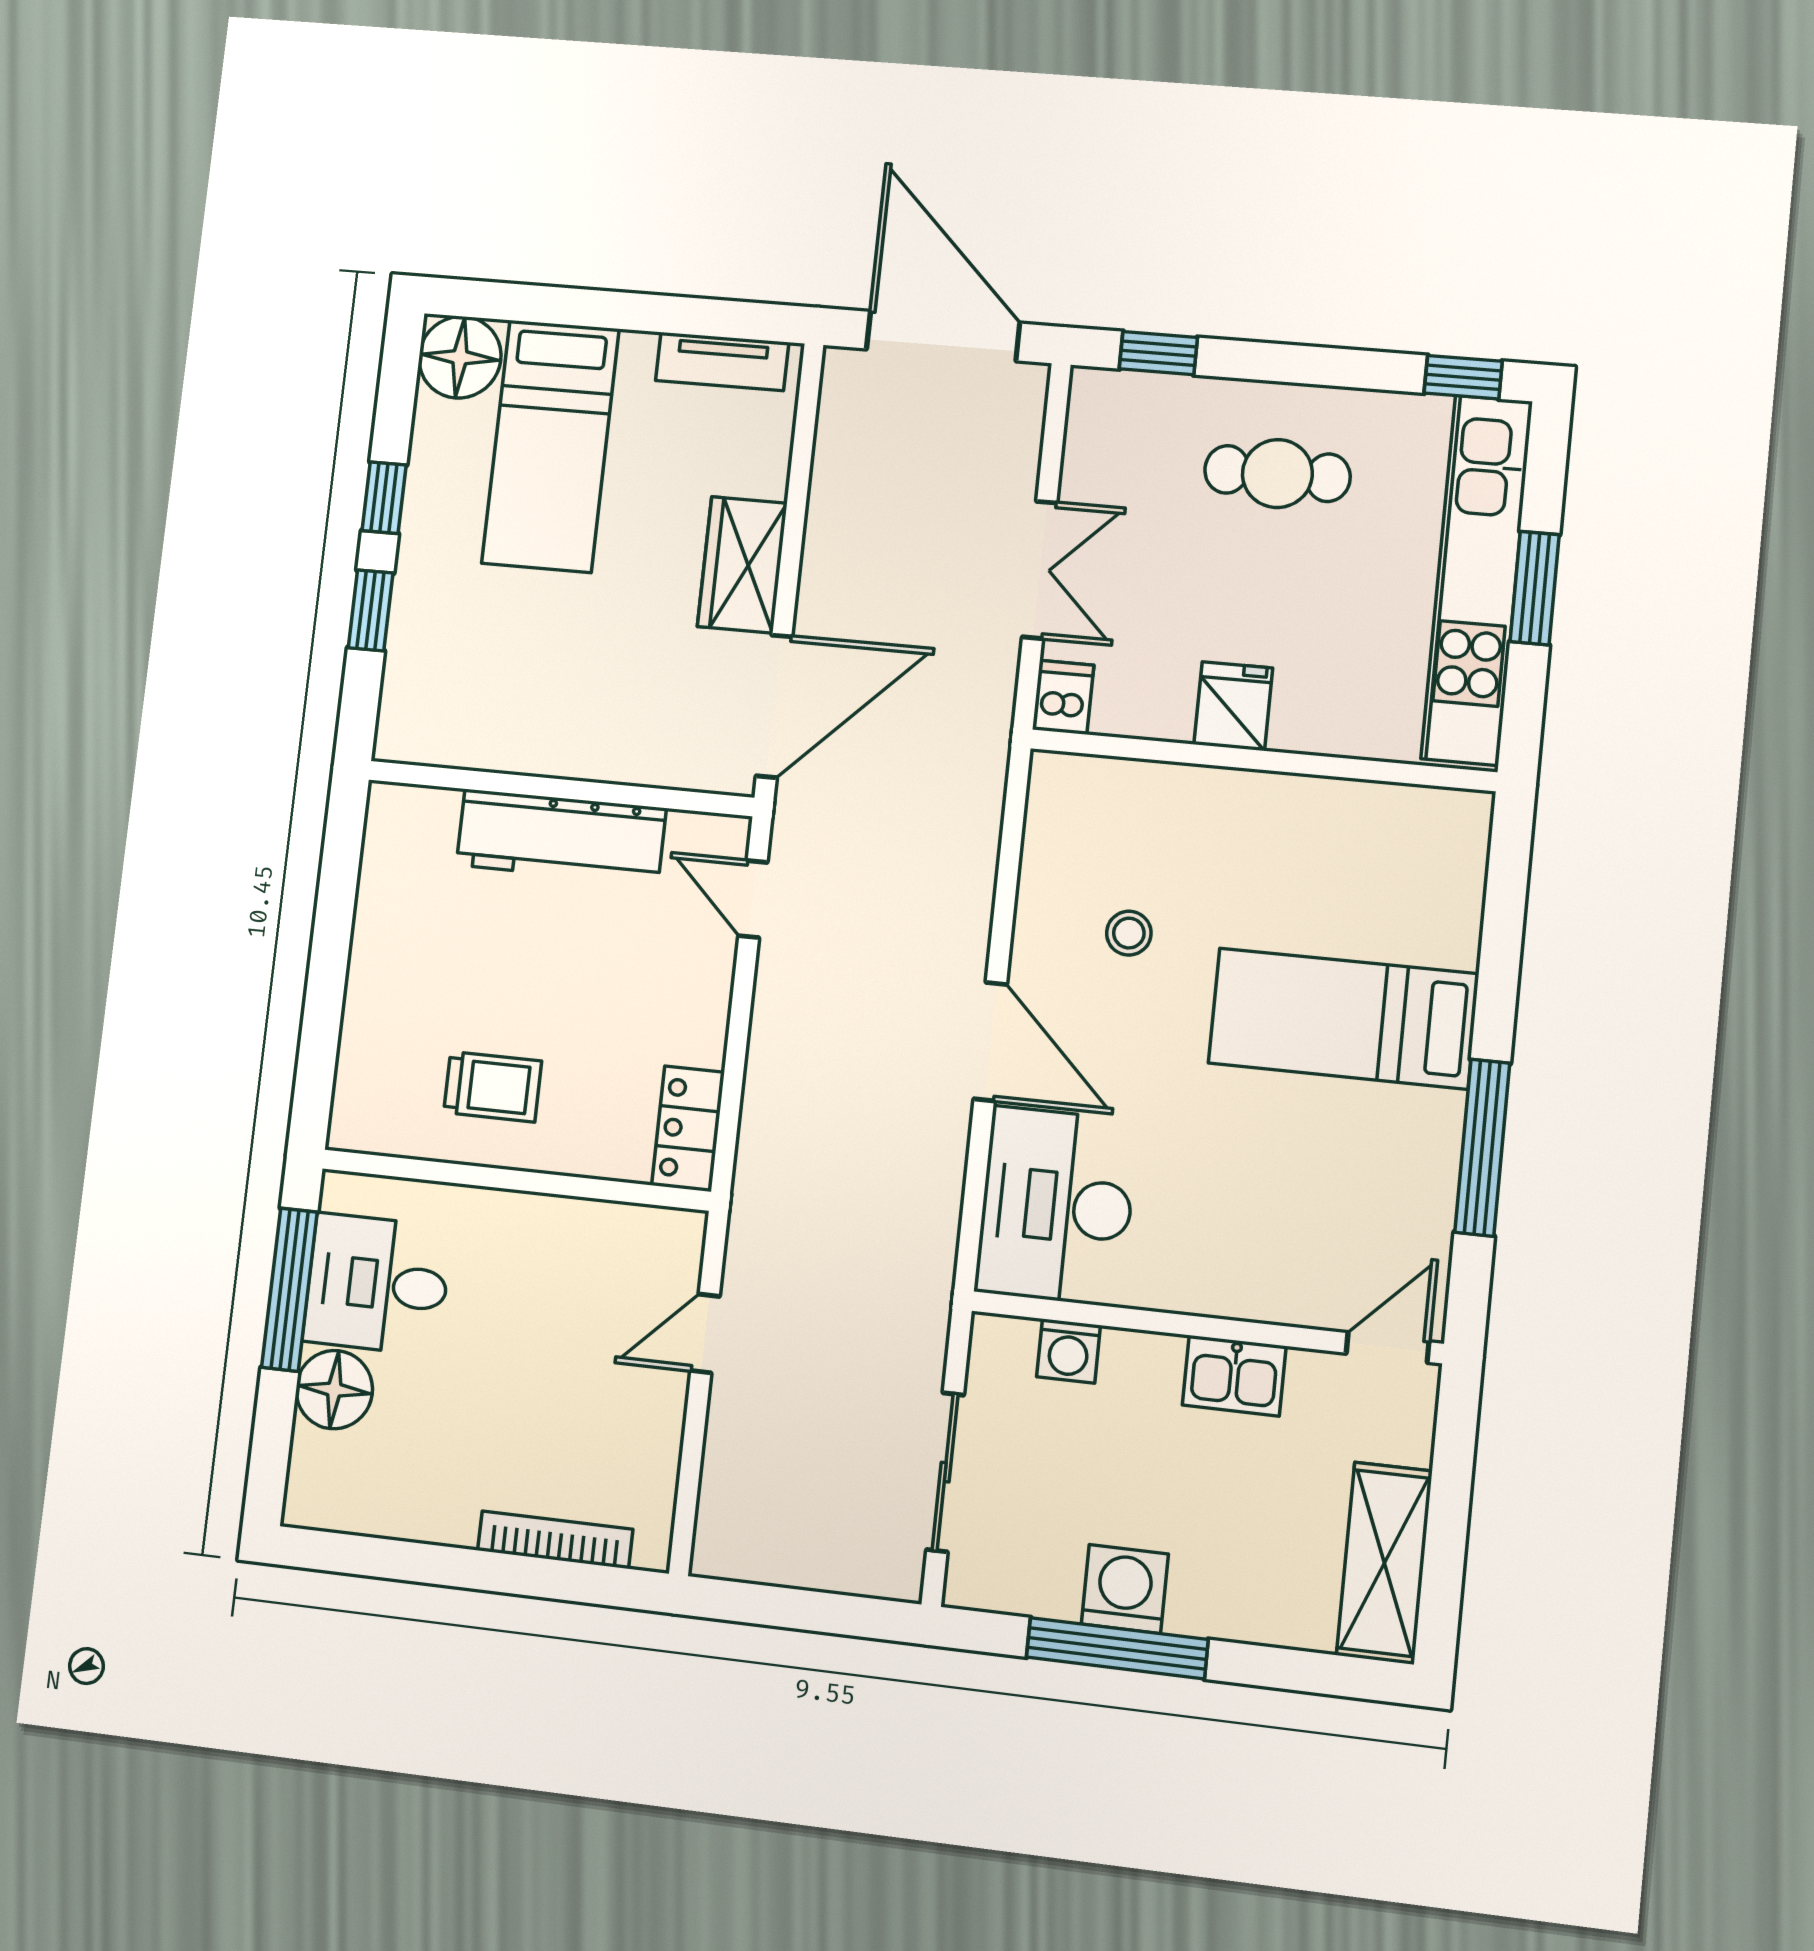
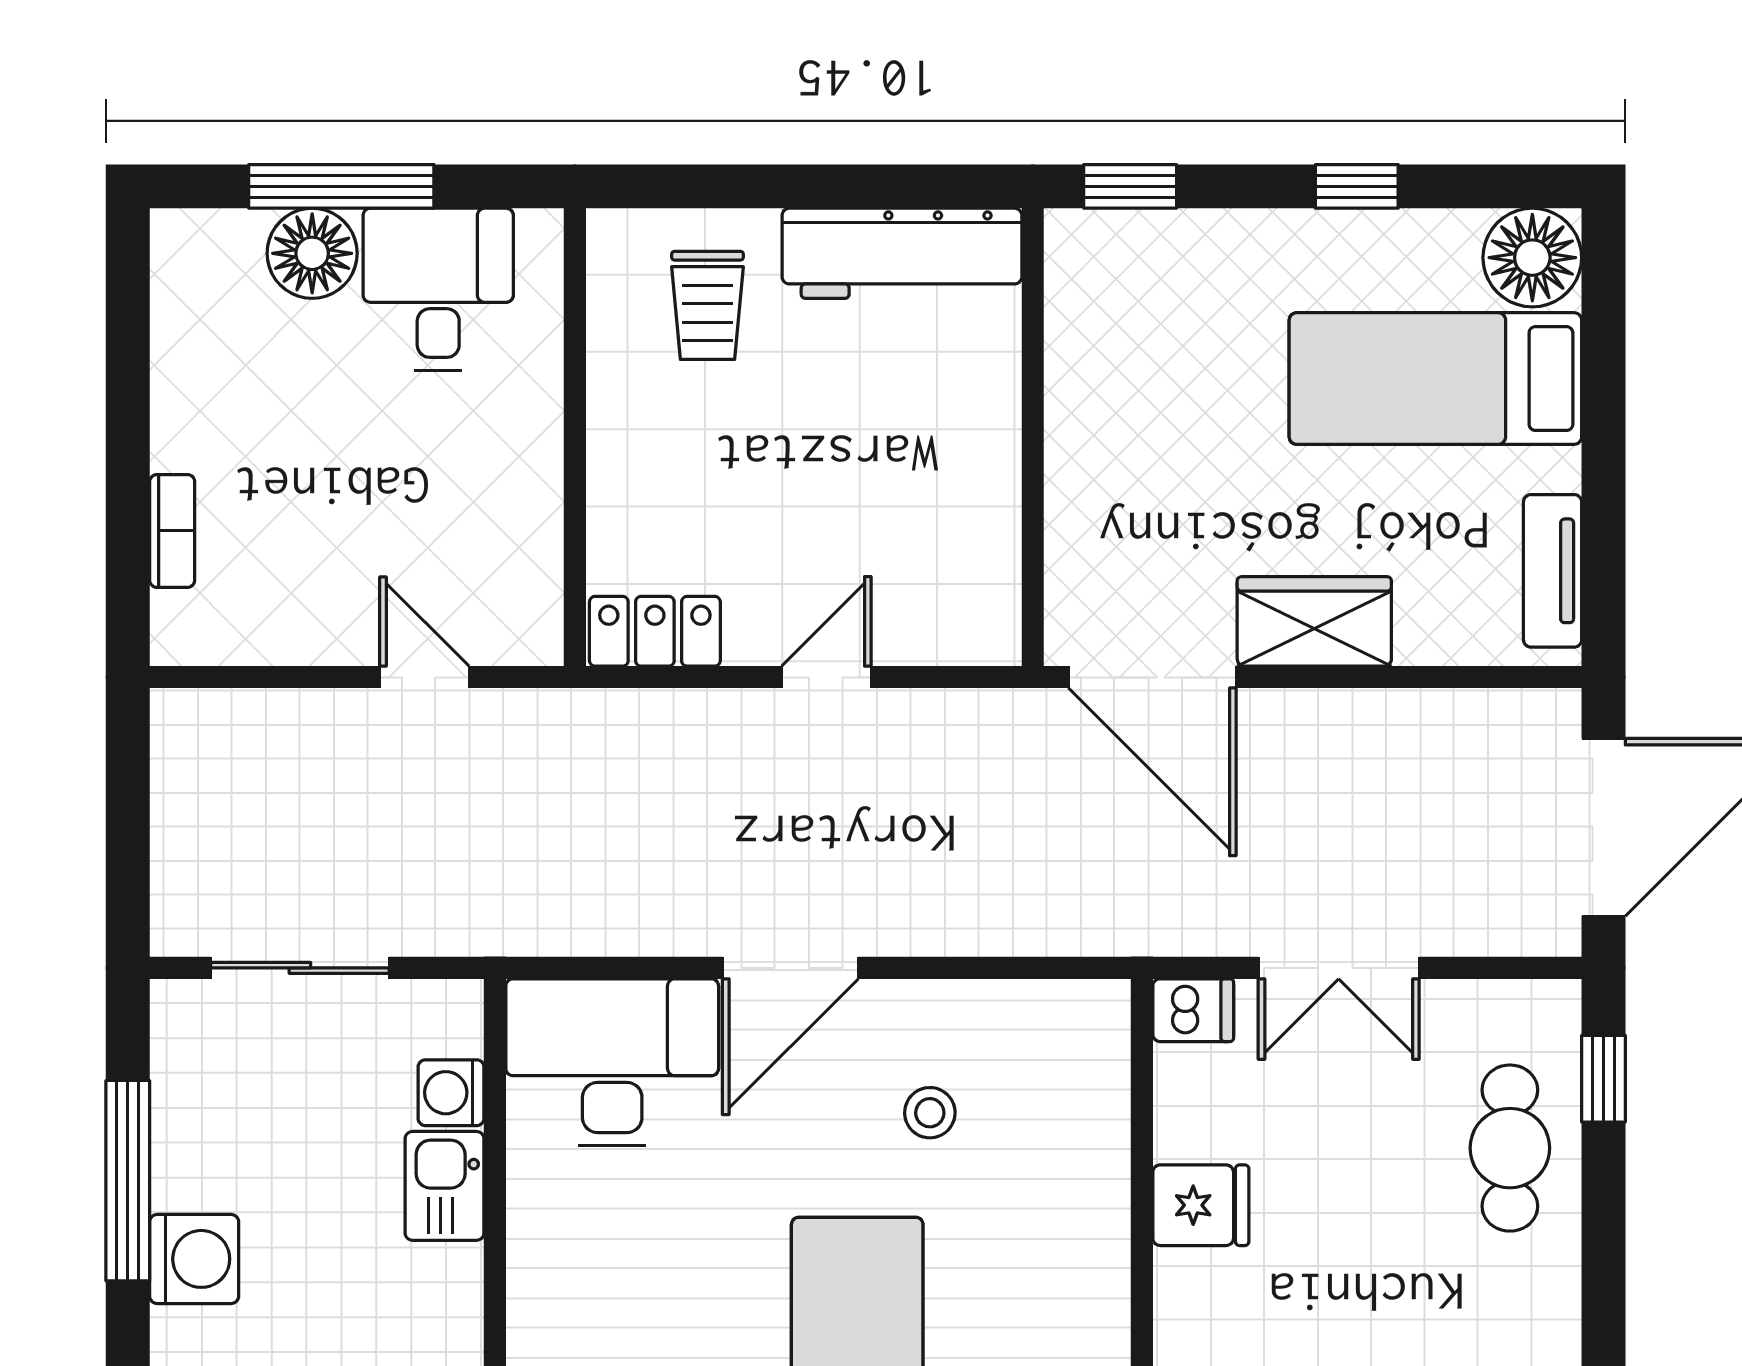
cafe table: (1277, 474) -> (1510, 1148), moved
window: (371, 610) -> (1130, 186), moved
workbench: (561, 837) -> (902, 253), moved, turned -90
door: (753, 899) -> (826, 677), moved
trolley: (493, 1087) -> (707, 305), moved
window: (289, 1290) -> (341, 186), moved
kitchen sink: (1234, 1376) -> (445, 1186), moved
bookcase: (555, 1540) -> (172, 531), width x0.64
washing machine: (1125, 1589) -> (194, 1259), moved

